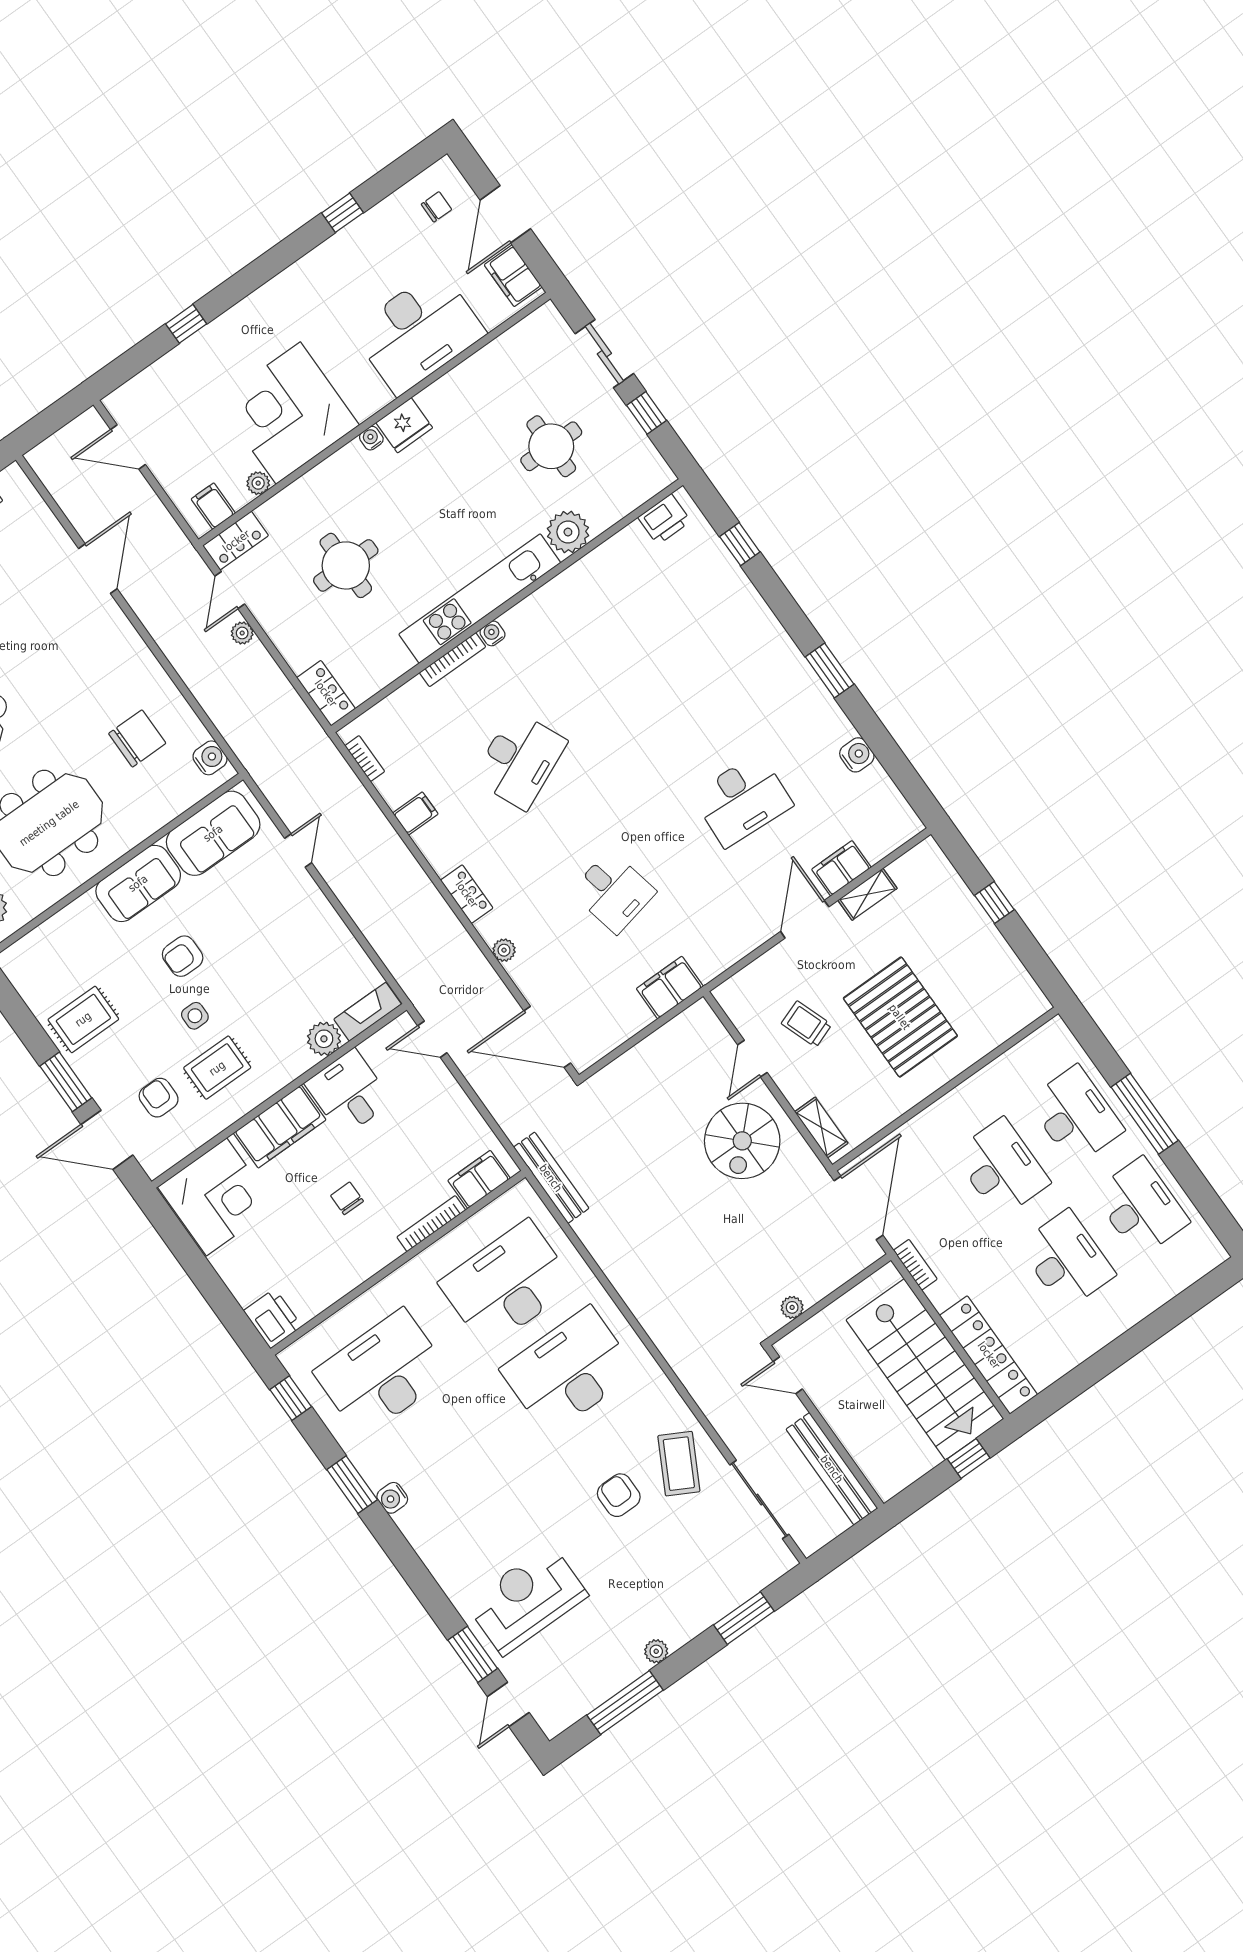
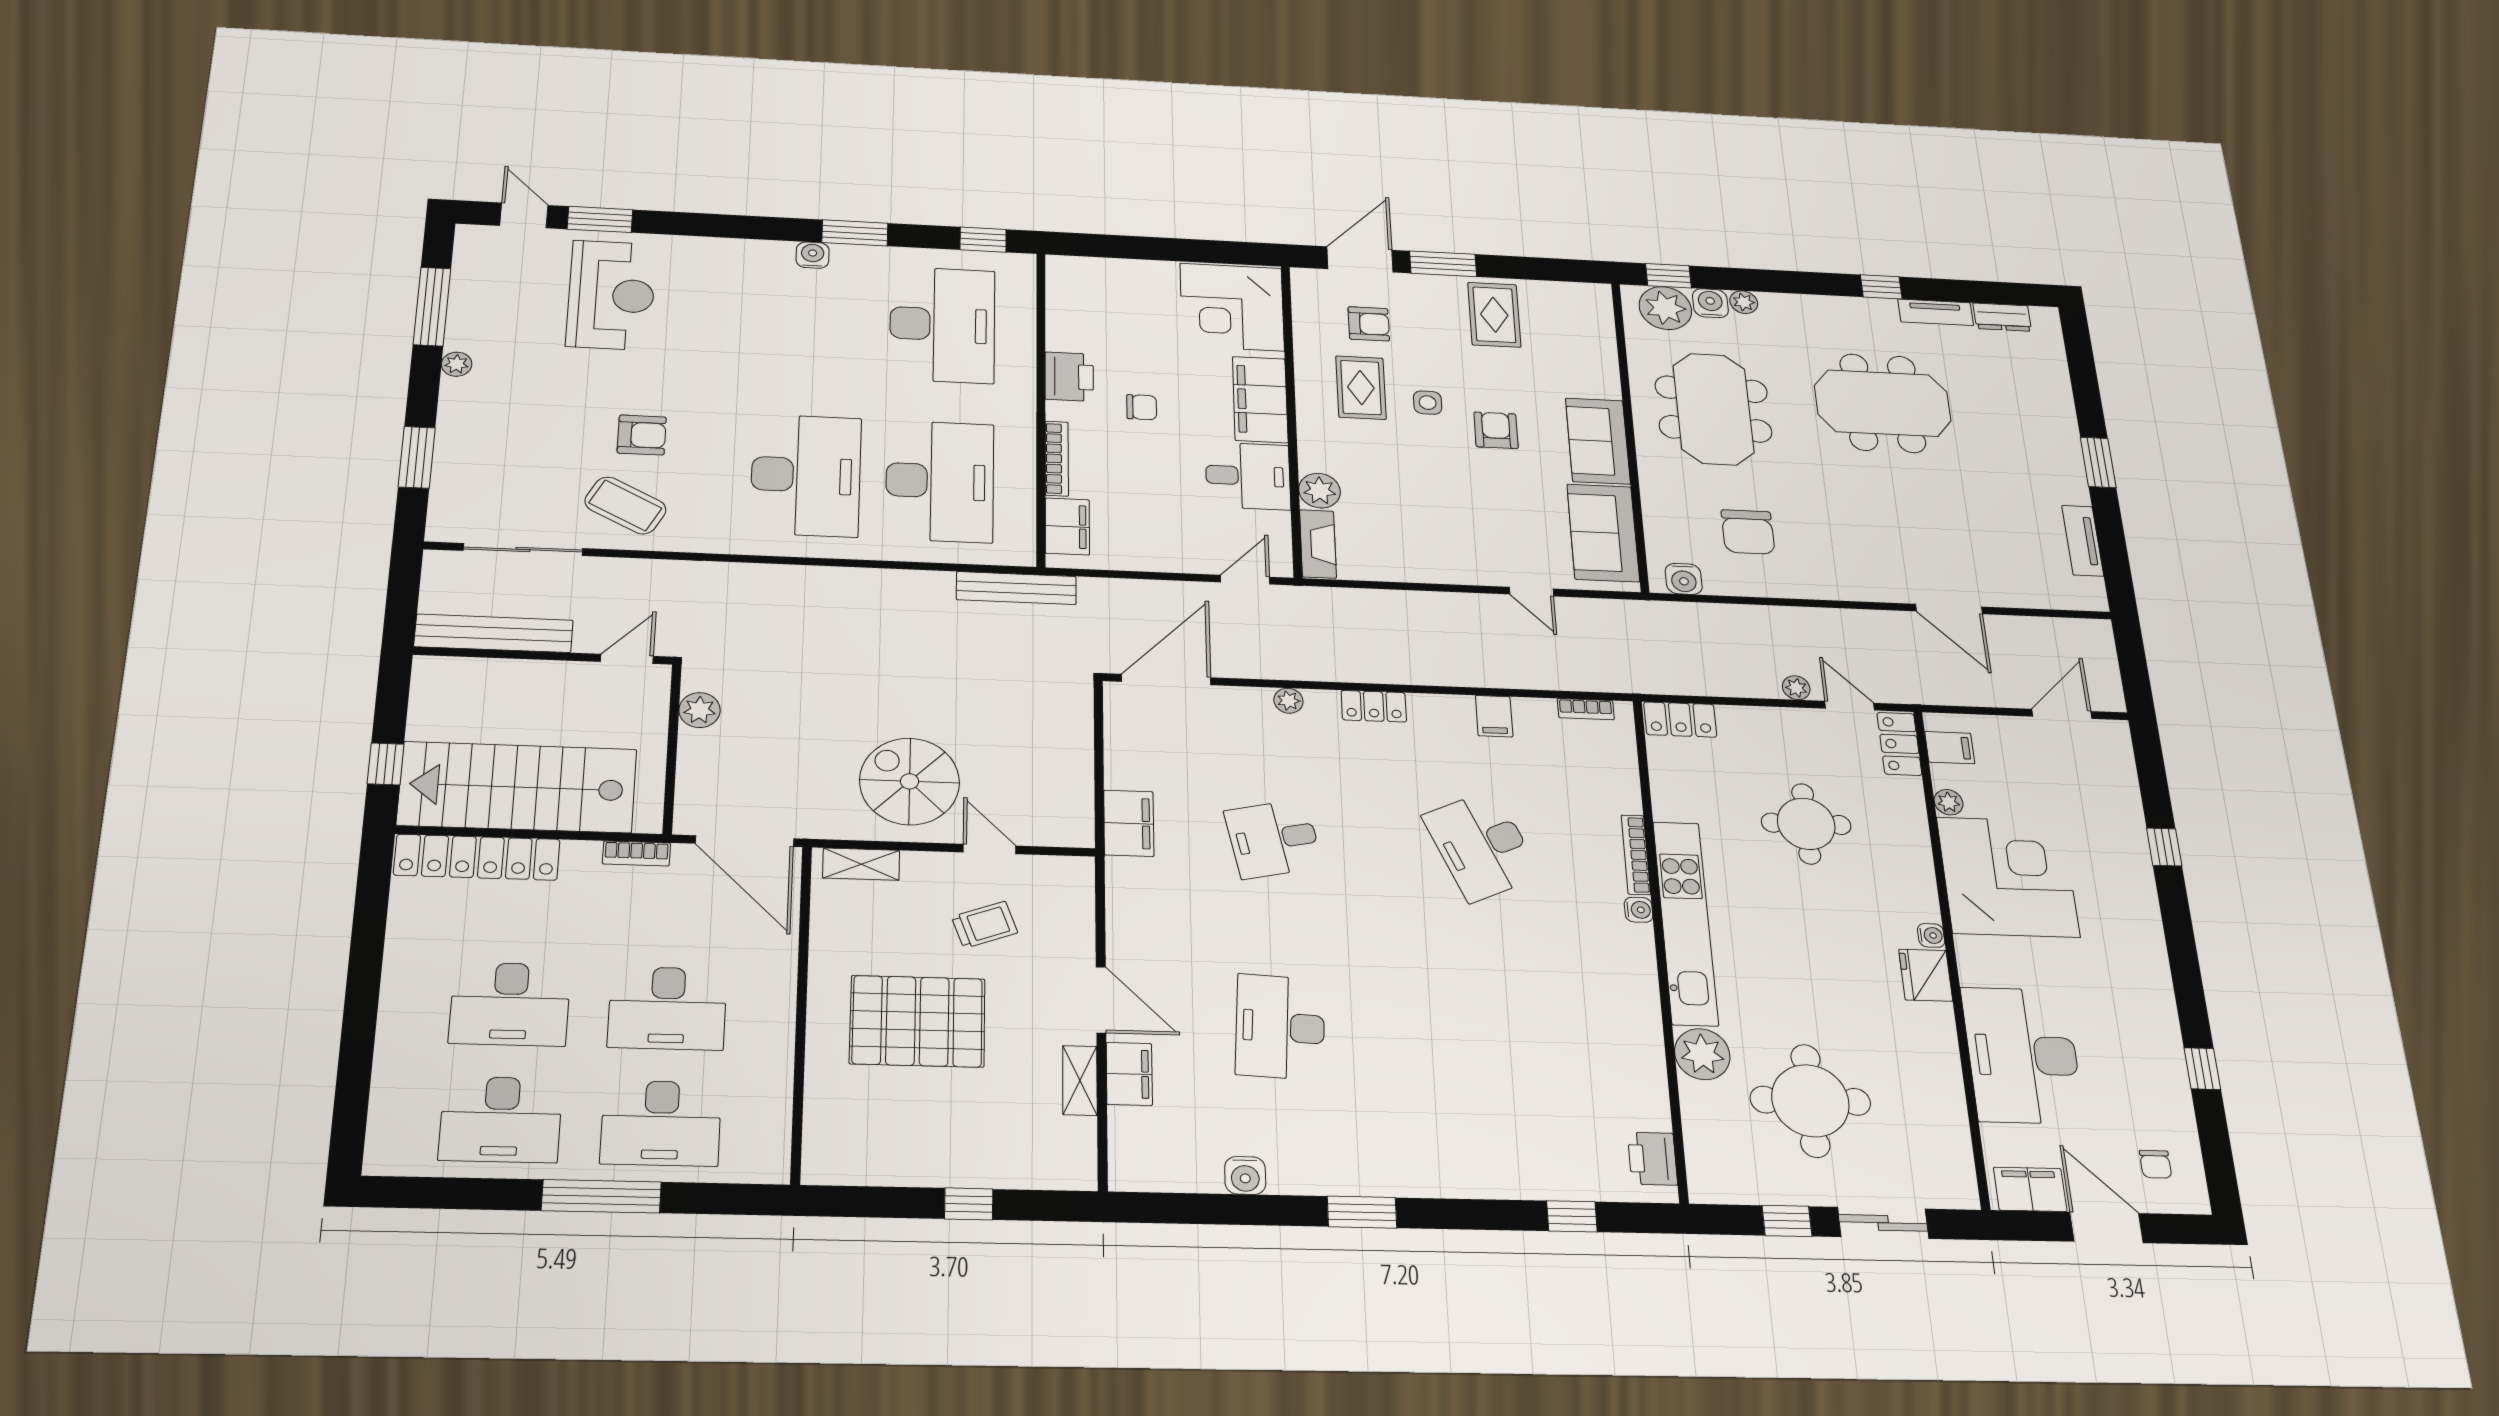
round table: (551, 446) -> (1810, 1101), width x1.36, depth x1.36
plant: (792, 1307) -> (700, 710), width x1.38, depth x1.38
printer: (273, 1319) -> (1069, 377), moved, turned -90

